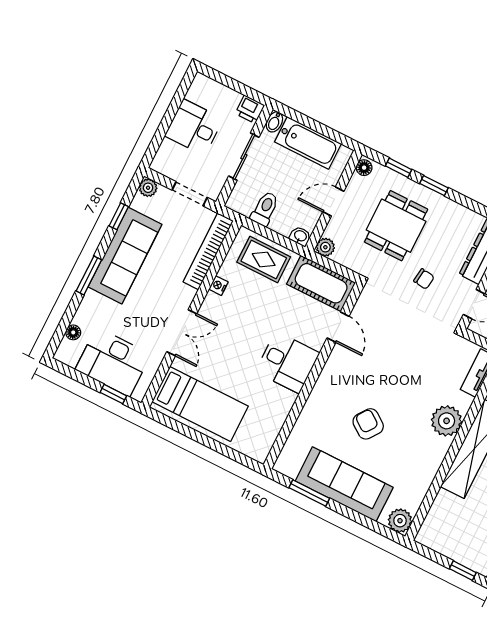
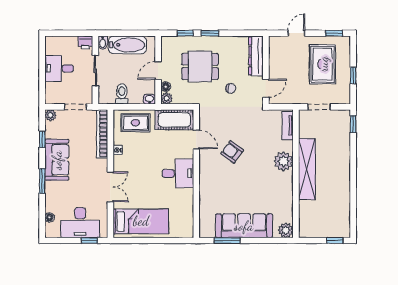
floor lamp: (364, 168) -> (166, 87), moved
dining table: (396, 226) -> (200, 66), turned 90
sofa: (125, 256) -> (57, 160), width x0.73
armchair: (368, 424) -> (232, 152), moved

